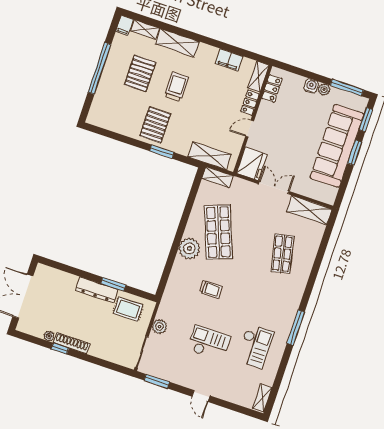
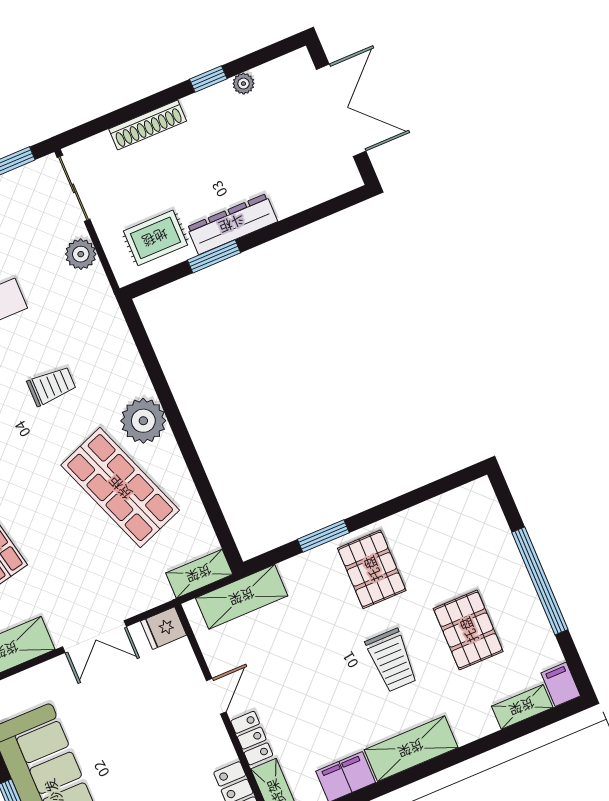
shelving: (177, 43) -> (411, 749), moved
fridge: (252, 164) -> (164, 628), width x0.53, depth x0.75
trolley: (211, 289) -> (52, 386), turned 180
shoe rack: (72, 343) -> (148, 125), moved

